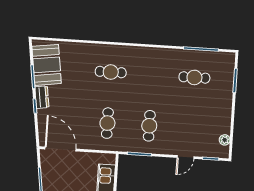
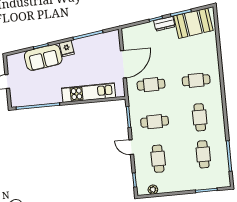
cafe table: (111, 72) -> (196, 80), turned 90
cafe table: (153, 75) -> (200, 117), added
cafe table: (191, 128) -> (158, 159), added
door: (61, 149) -> (123, 64), moved
door: (186, 157) -> (131, 147), moved

